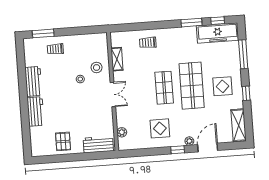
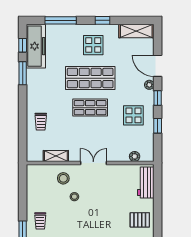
window: (152, 152) -> (158, 126), added

